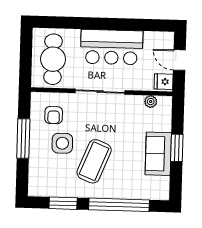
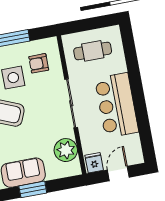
cafe table: (53, 59) -> (93, 51), width x0.73, depth x0.74
plant: (151, 102) -> (66, 150), width x1.87, depth x1.87

